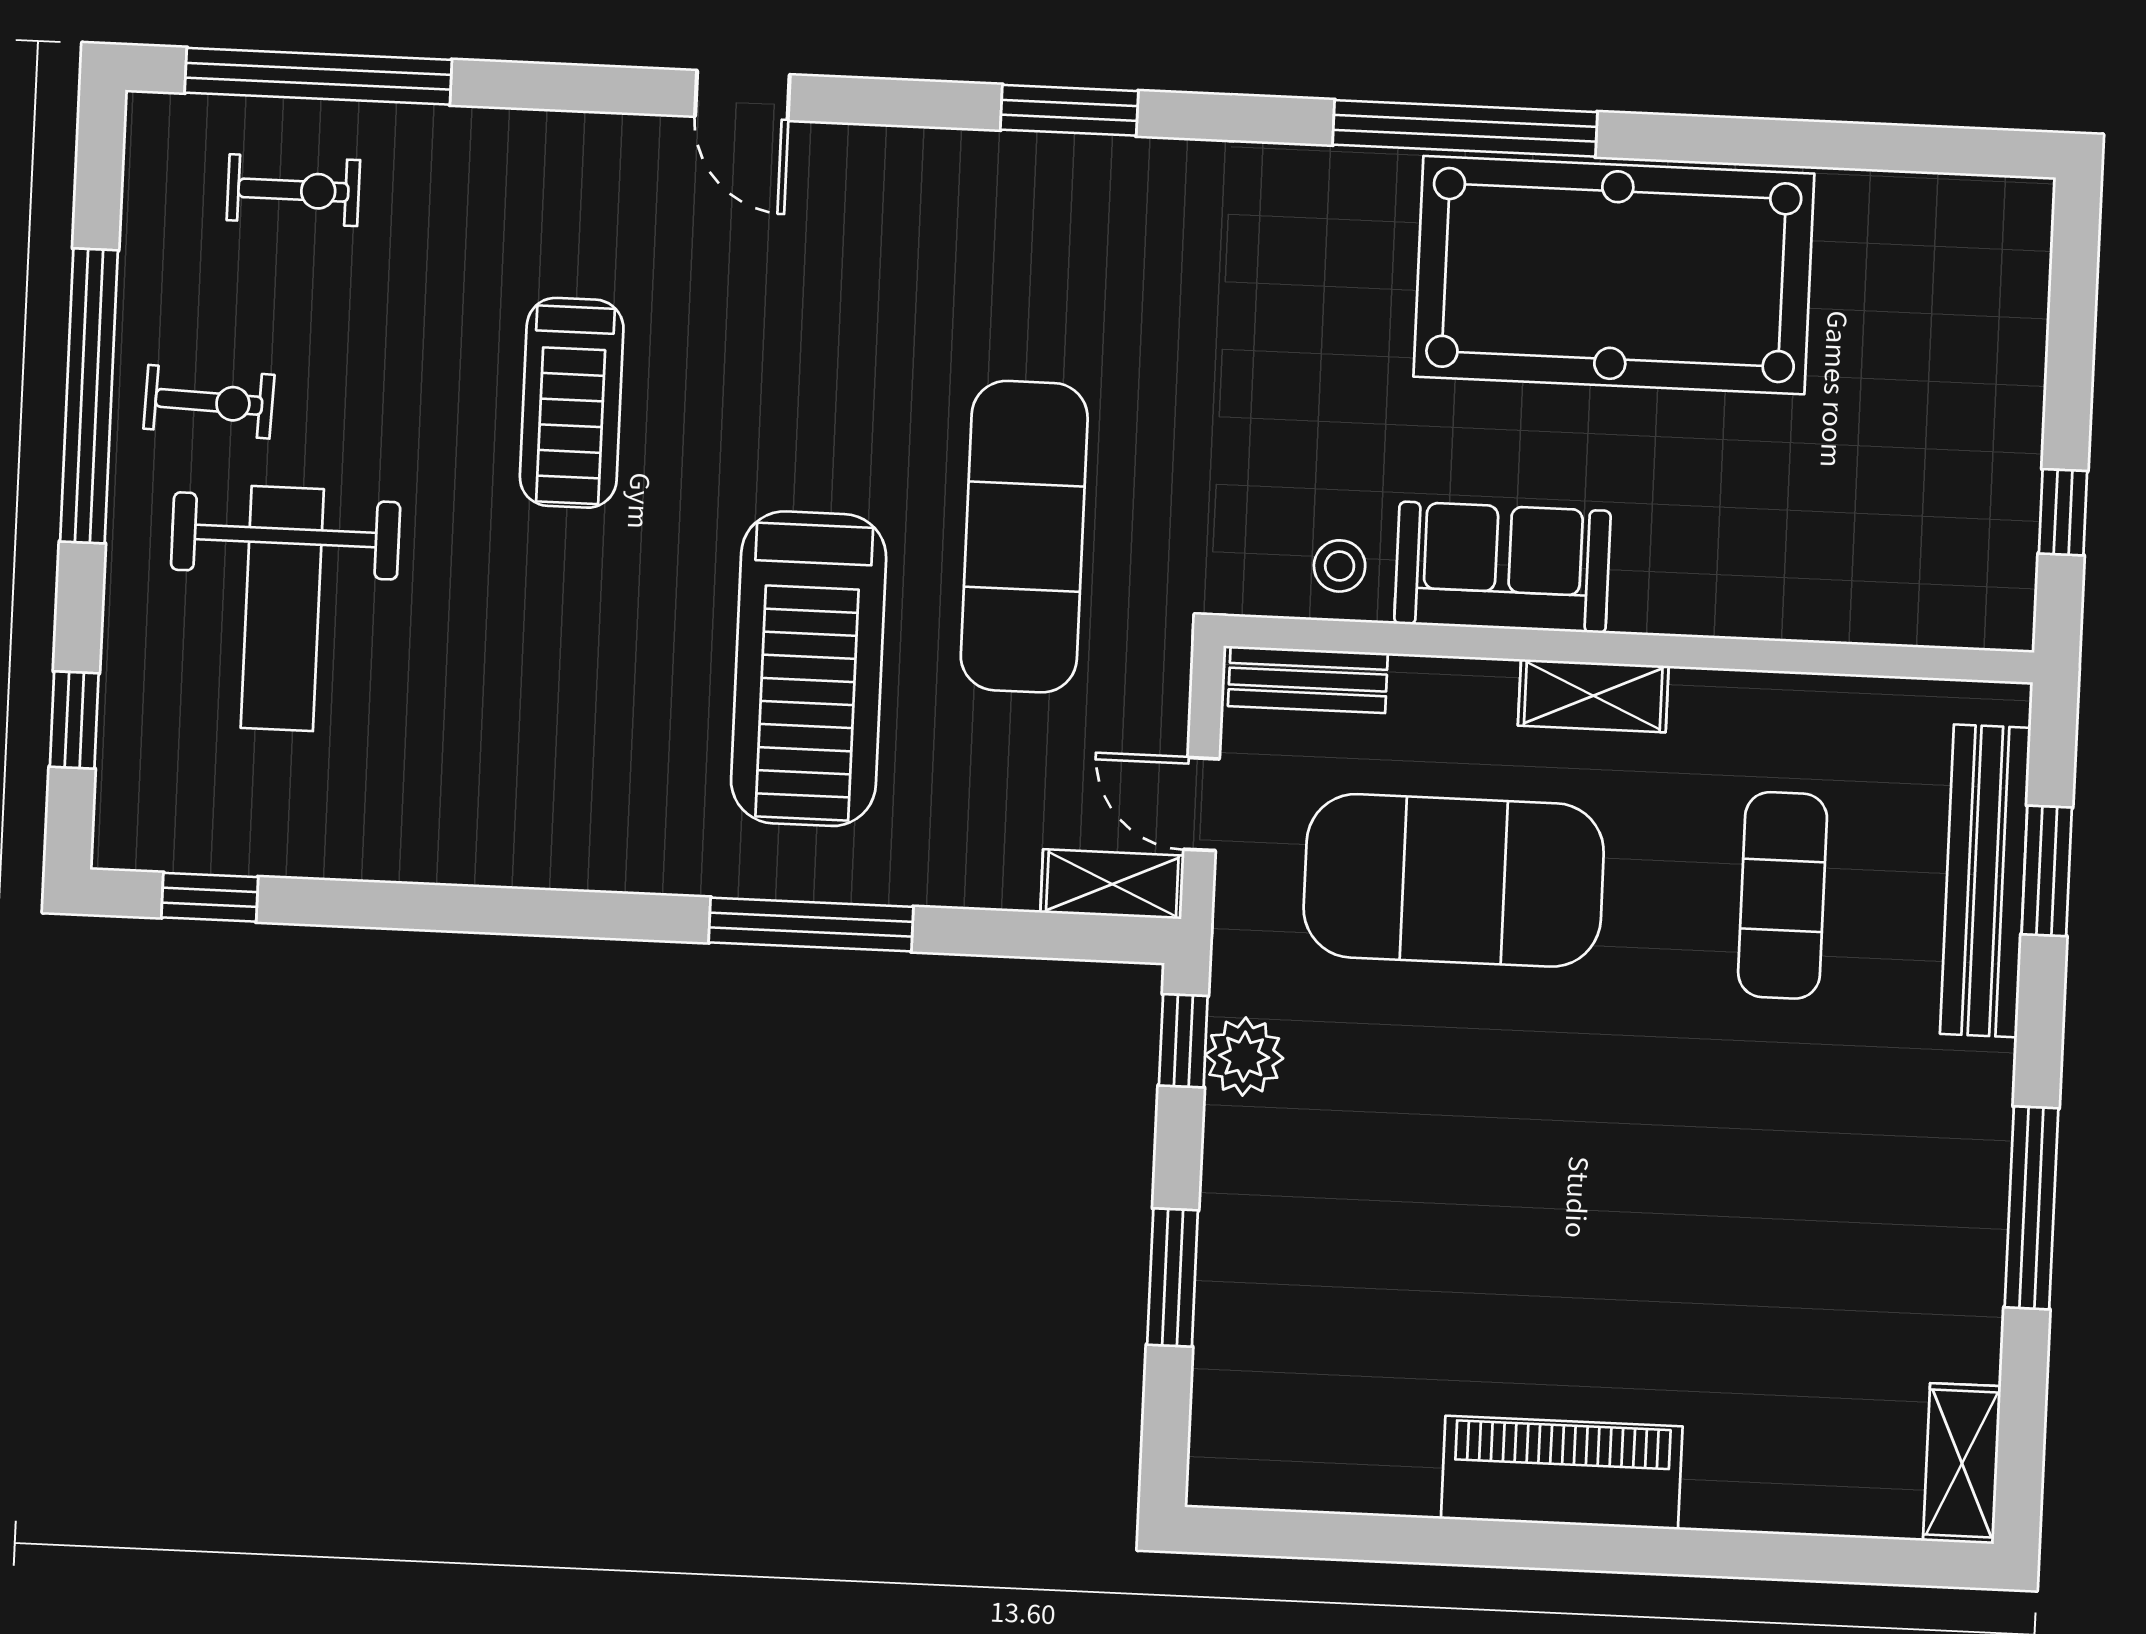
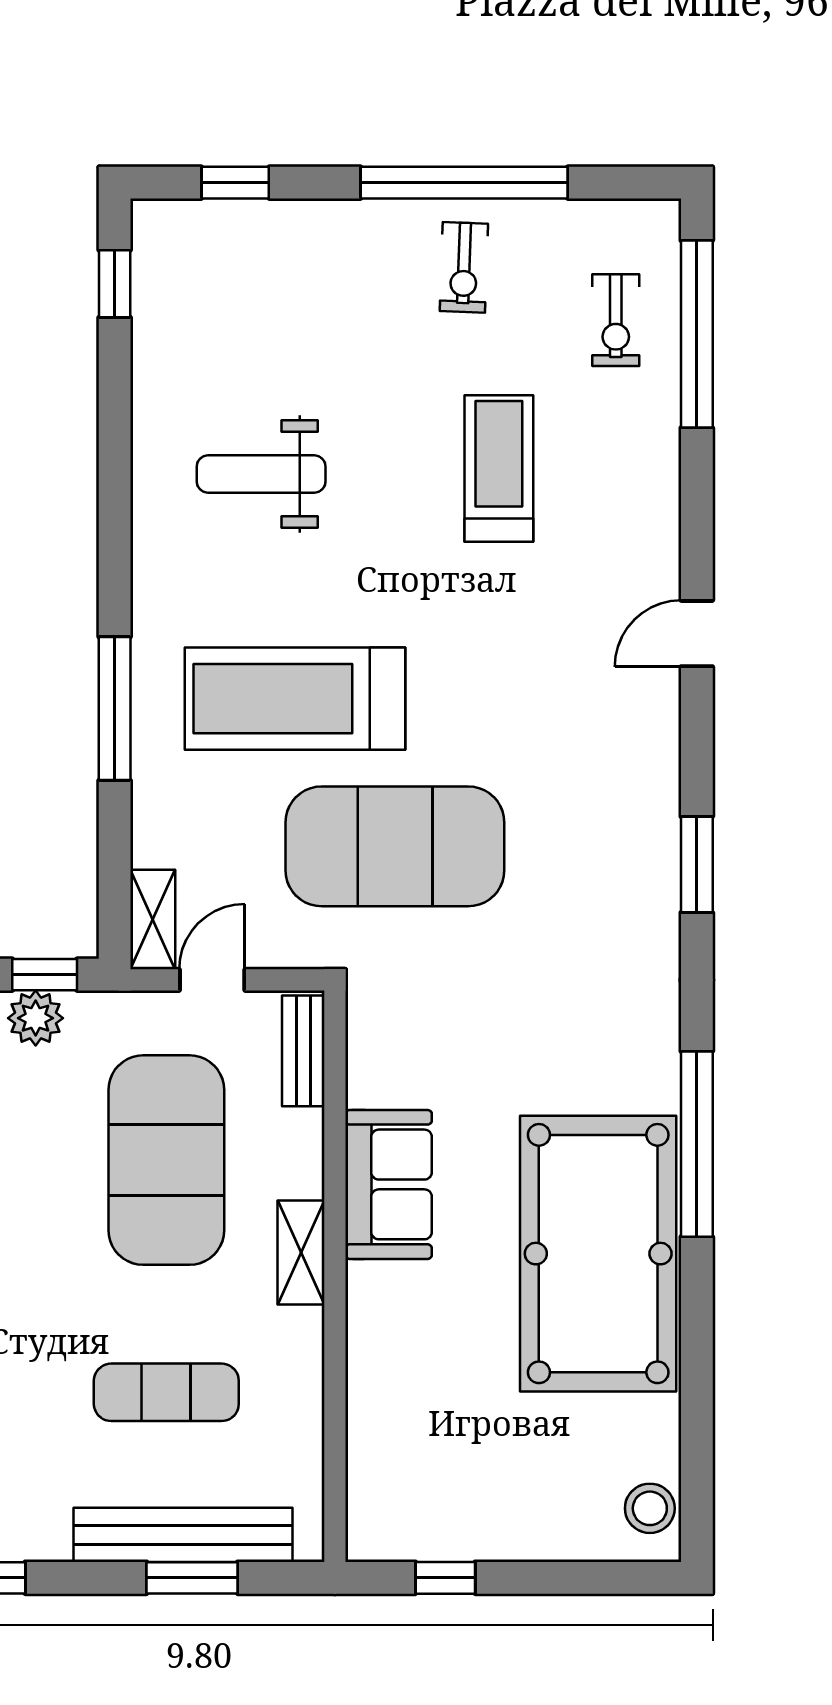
treadmill: (572, 403) -> (499, 469), moved, turned 90
exercise mat: (1024, 537) -> (395, 846), width x1.47
stool: (1340, 566) -> (650, 1508), moved, width x1.37, depth x1.37
weight bench: (282, 609) -> (261, 474), moved, width x0.73, depth x0.75

